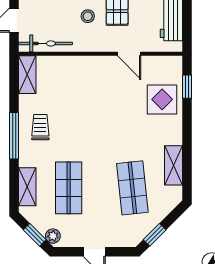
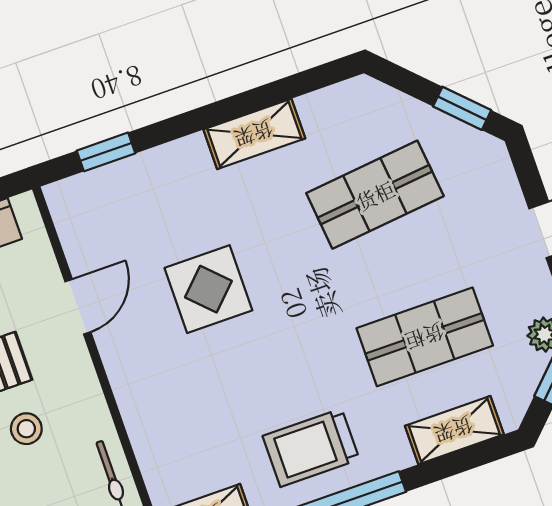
display table: (162, 99) -> (208, 289), moved
trolley: (40, 127) -> (311, 448), width x1.36, depth x1.39
shelving: (173, 165) -> (254, 134), moved

